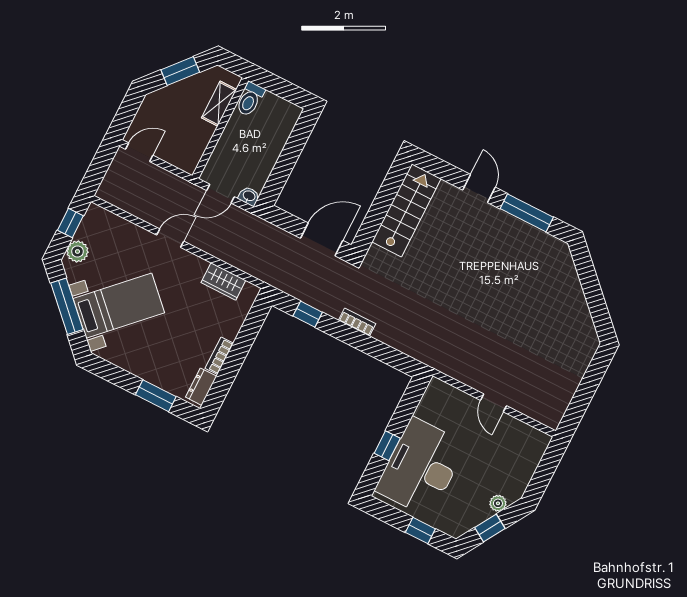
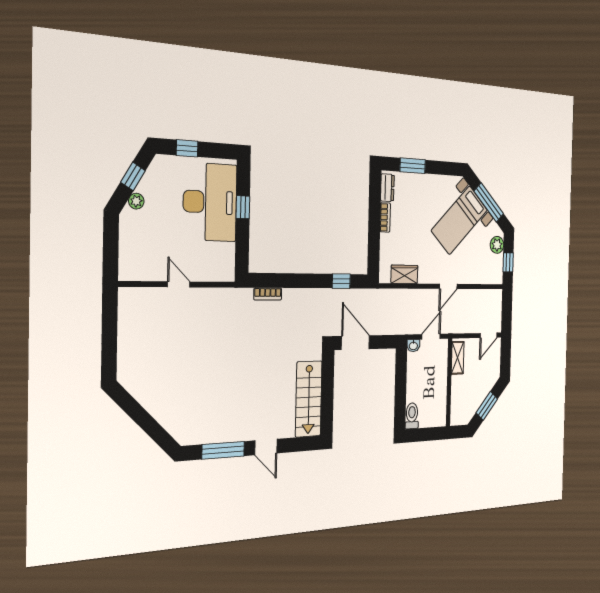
toilet: (250, 99) -> (412, 416), moved
shelving: (219, 104) -> (458, 358), moved
door: (322, 239) -> (355, 343), swing flipped
bookcase: (357, 322) -> (268, 294), moved

